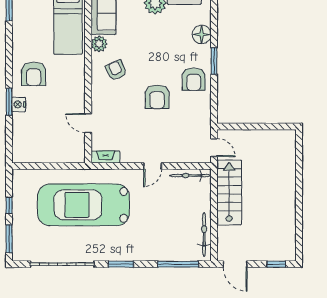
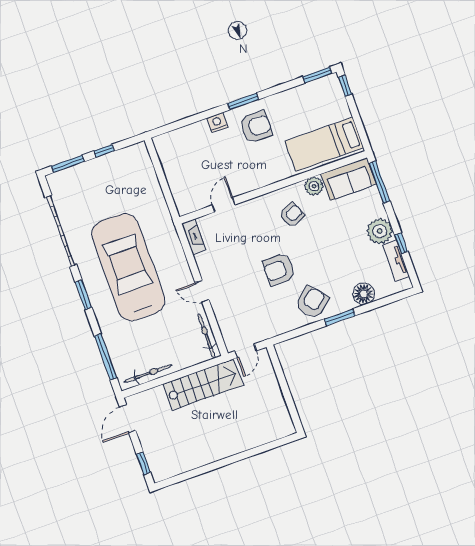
armchair: (34, 74) -> (256, 127), turned 180
armchair: (194, 79) -> (312, 302), turned 139
window: (9, 102) -> (243, 101), moved
car: (83, 205) -> (128, 267), moved

